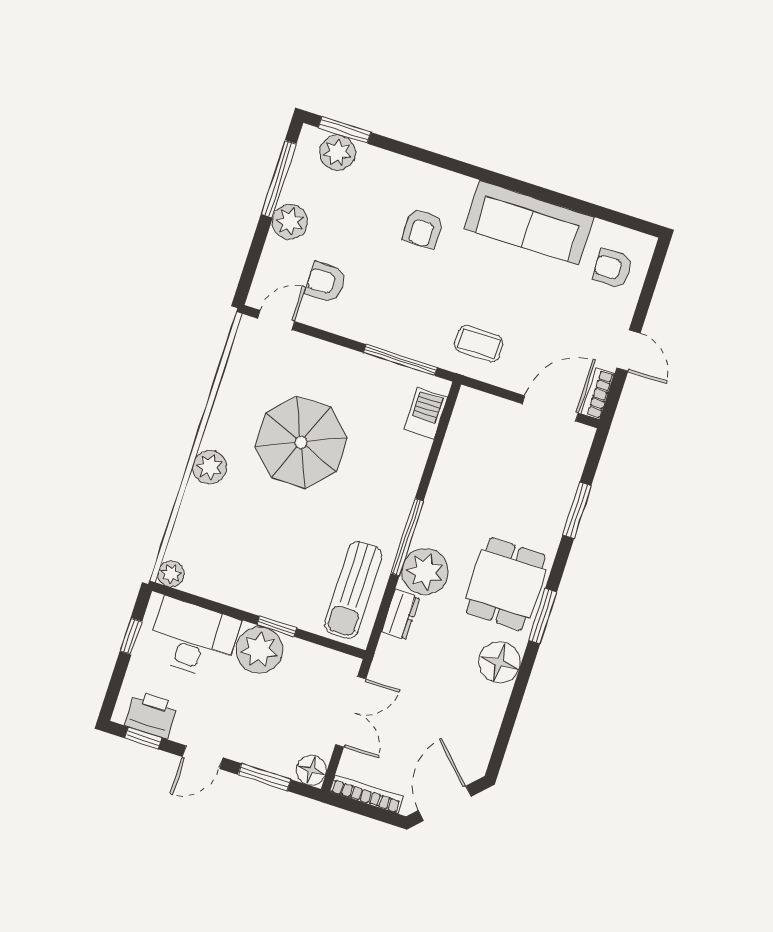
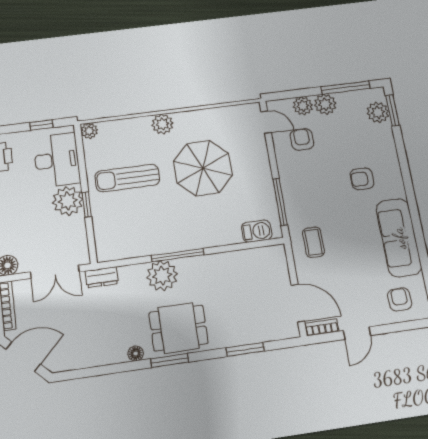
plant: (277, 255) -> (303, 106), added
sun lounger: (353, 590) -> (127, 178), moved
dresser: (400, 615) -> (102, 277), moved
floor lamp: (500, 662) -> (136, 354), width x0.53, depth x0.53

